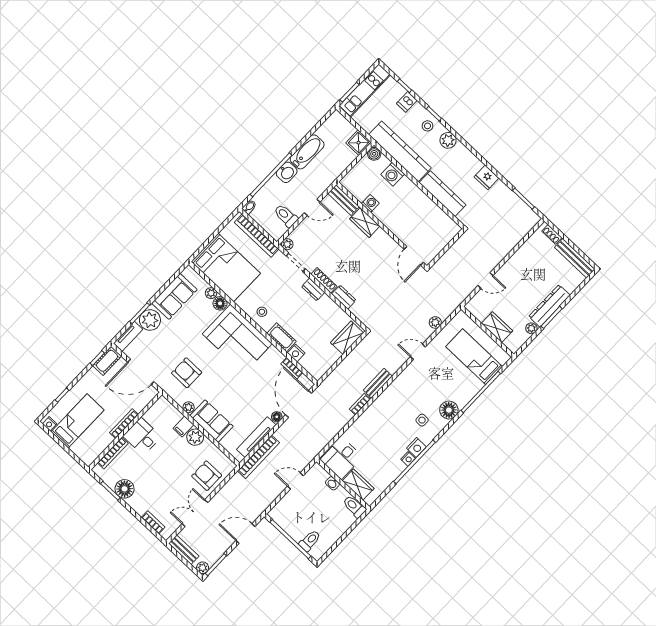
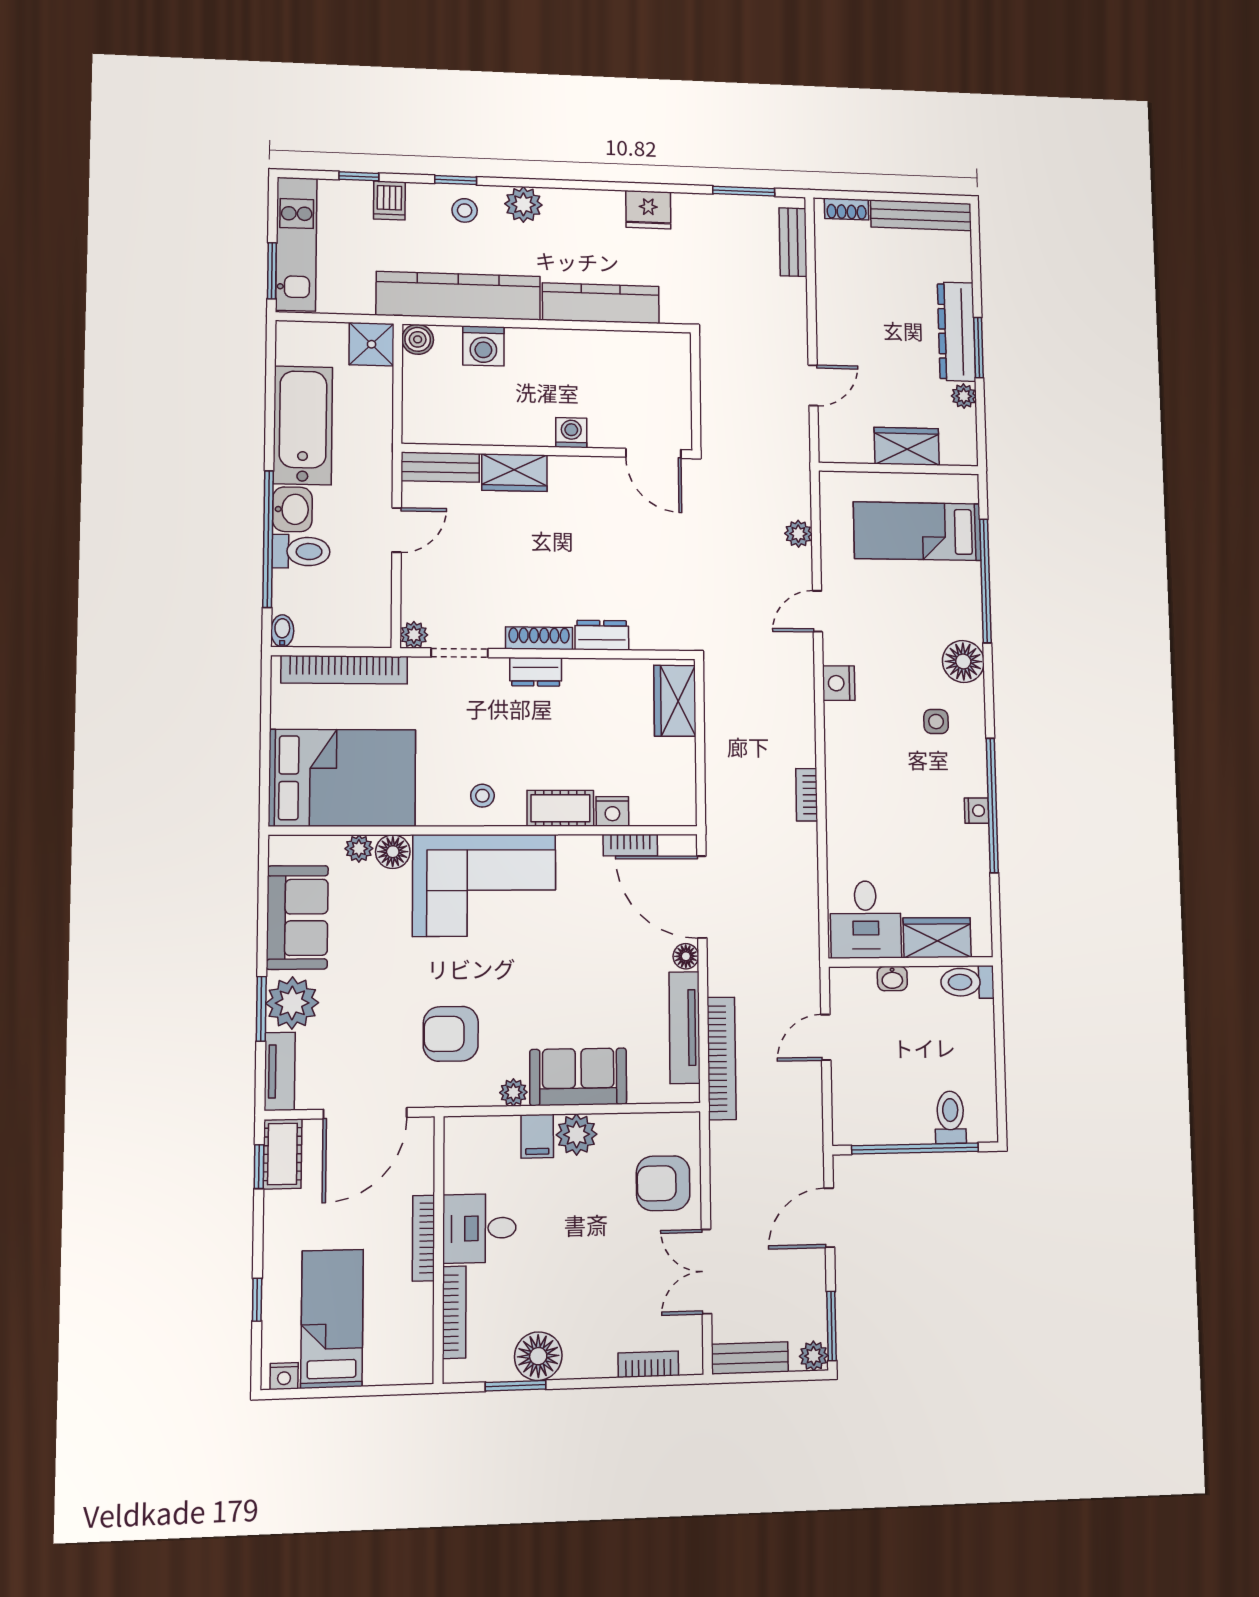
bathtub: (307, 152) -> (303, 425), width x1.36, depth x1.36
washing machine: (370, 203) -> (571, 433), moved
toilet: (286, 216) -> (301, 551), moved, turned 180
bench: (378, 383) -> (793, 242), moved
nightstand: (416, 448) -> (839, 683), moved, turned 180

